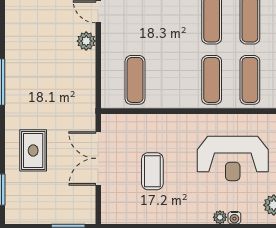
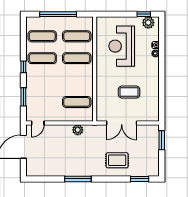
plant: (86, 41) -> (78, 130), moved
reception desk: (233, 158) -> (122, 46), turned 180

